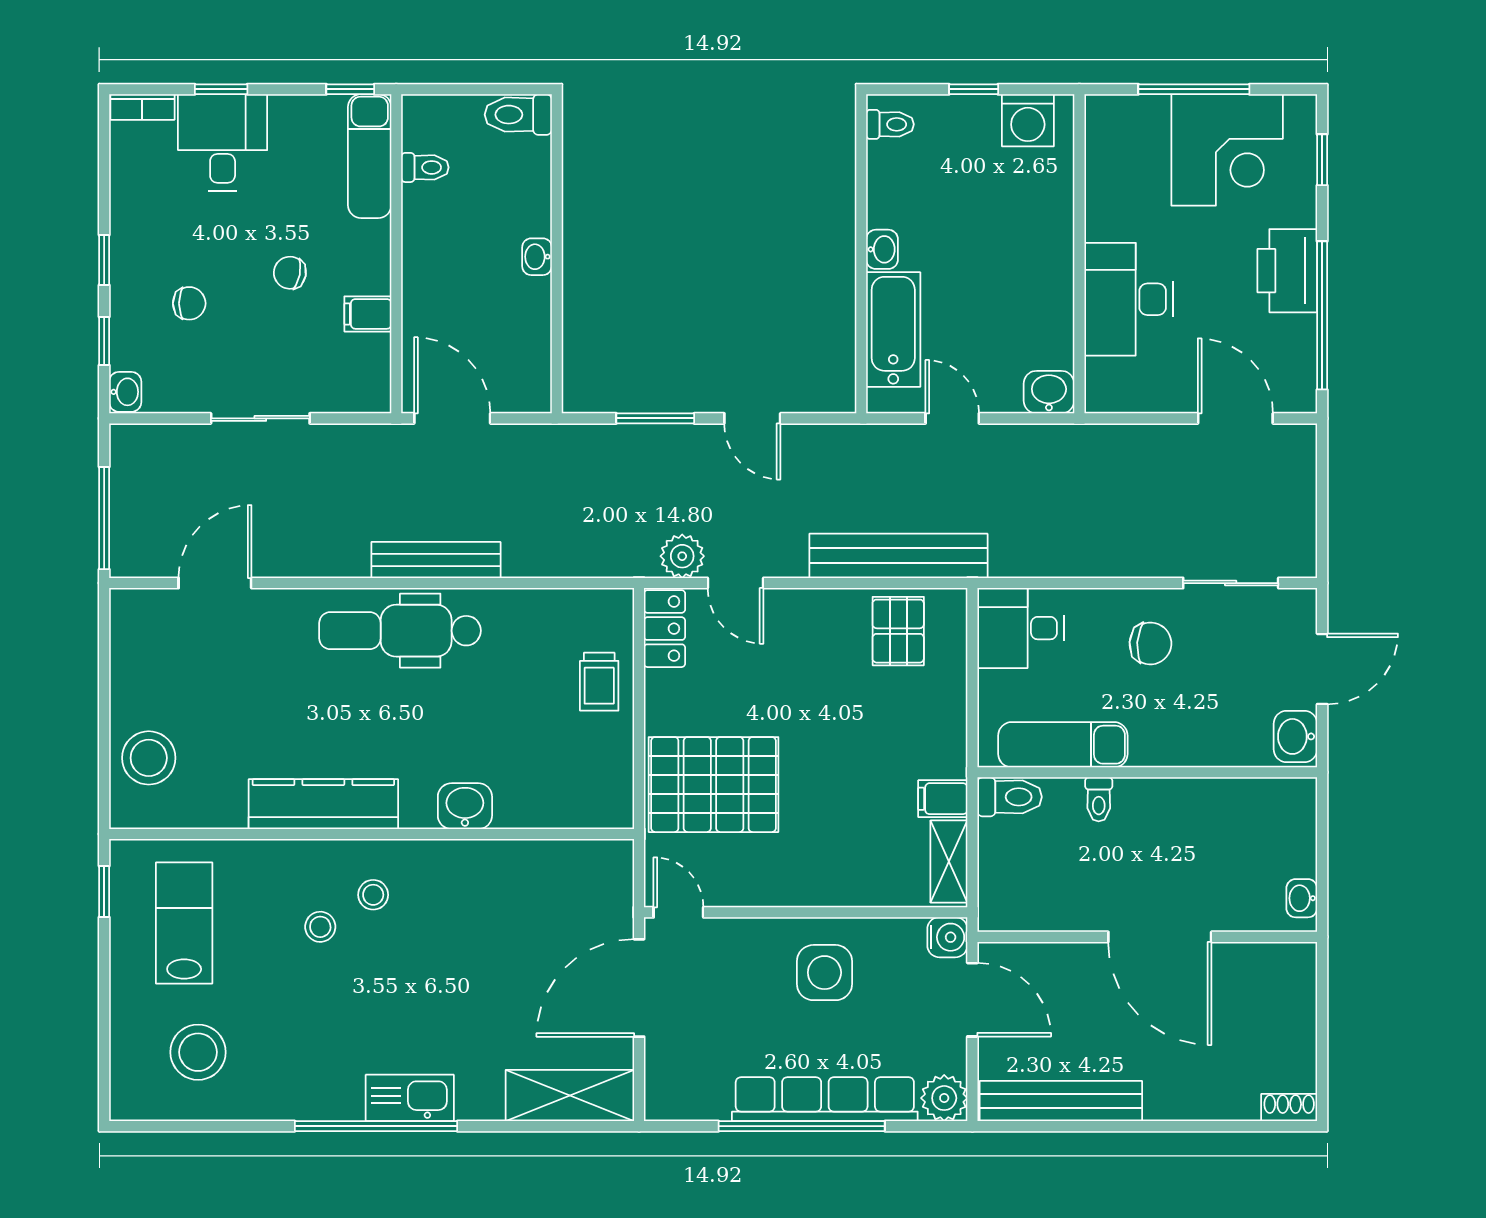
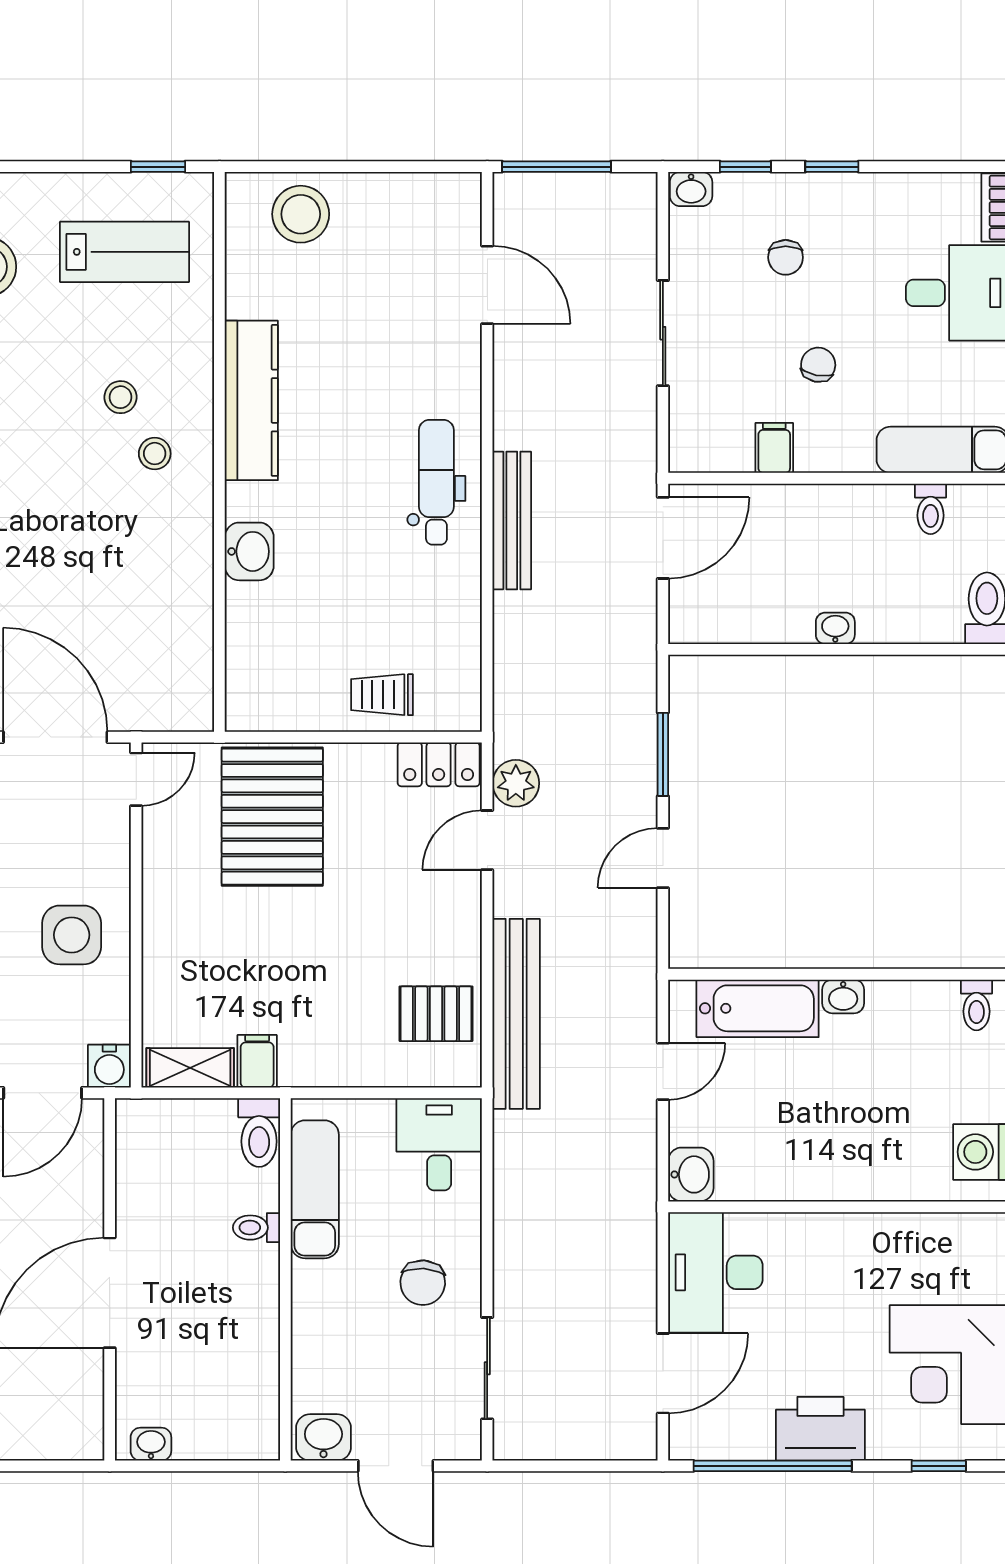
desk: (1129, 299) -> (715, 1272), moved, turned -90
dental chair: (400, 631) -> (436, 482), width x0.73, depth x0.72

